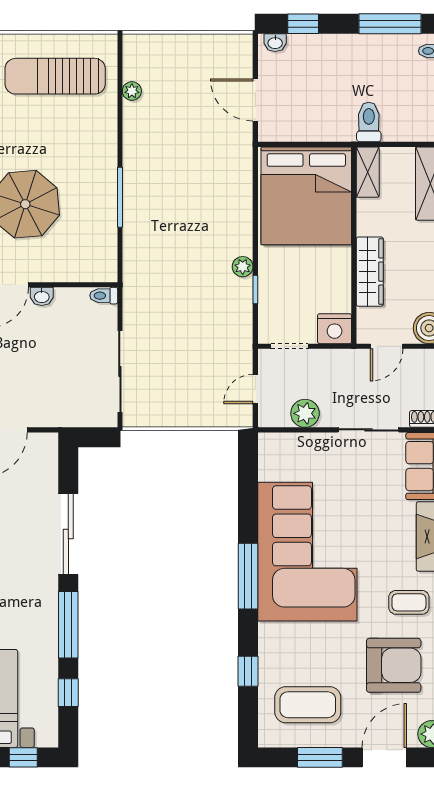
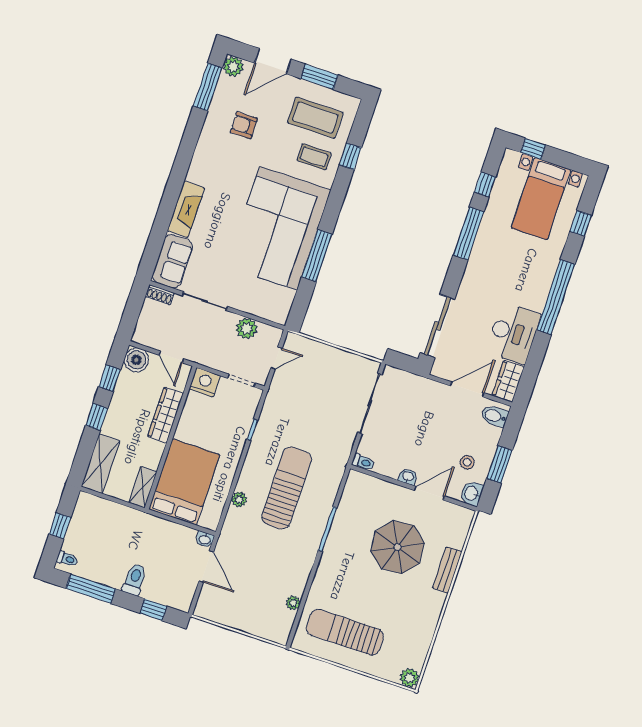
washbasin: (275, 43) -> (205, 539), moved, turned 180
sun lounger: (55, 76) -> (345, 632), turned 180
toilet: (369, 122) -> (134, 579), moved, turned 180
bed: (306, 196) -> (184, 482), width x0.73
sun lounger: (188, 231) -> (287, 488), added
plant: (243, 267) -> (239, 499), moved
door: (387, 346) -> (171, 357), swing flipped
sliding door: (68, 534) -> (437, 326), moved
window: (248, 576) -> (317, 256), moved
coffee table: (409, 602) -> (314, 157), moved
armchair: (394, 665) -> (244, 125), width x0.53, depth x0.53

